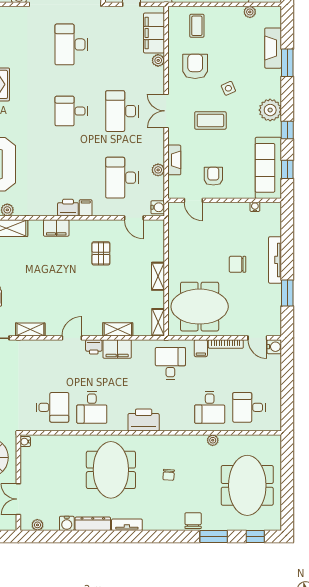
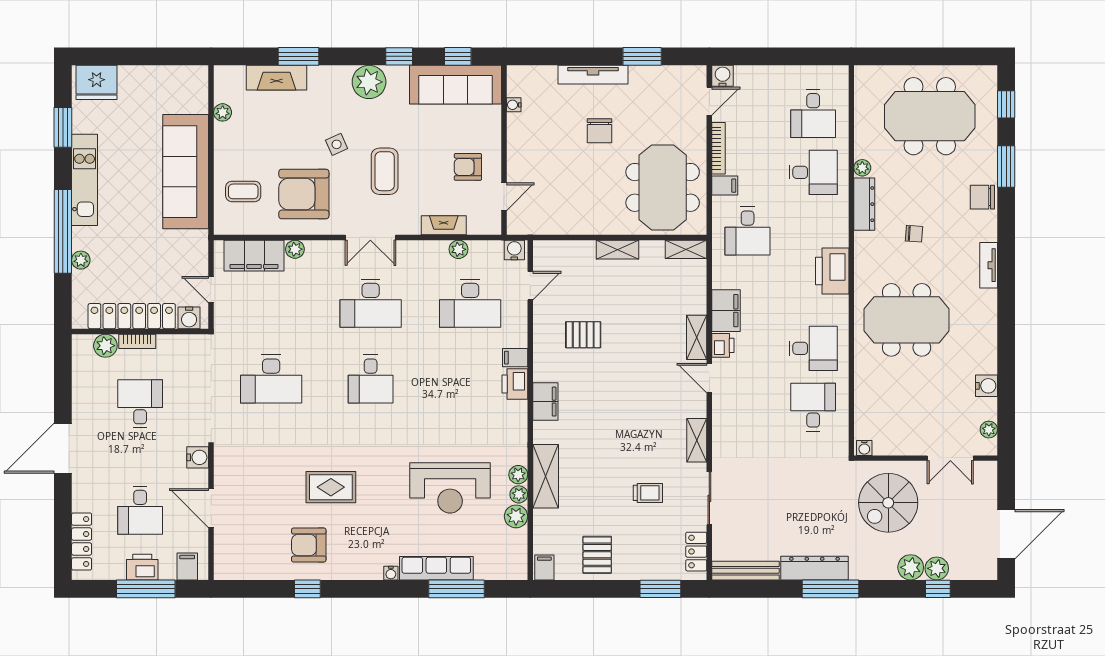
armchair: (195, 66) -> (304, 194), width x1.36, depth x1.36
shelving: (118, 329) -> (697, 337), moved
desk: (170, 363) -> (748, 231), turned -90
dresser: (93, 524) -> (864, 204), moved, turned 180
tv unit: (127, 525) -> (989, 265), moved

